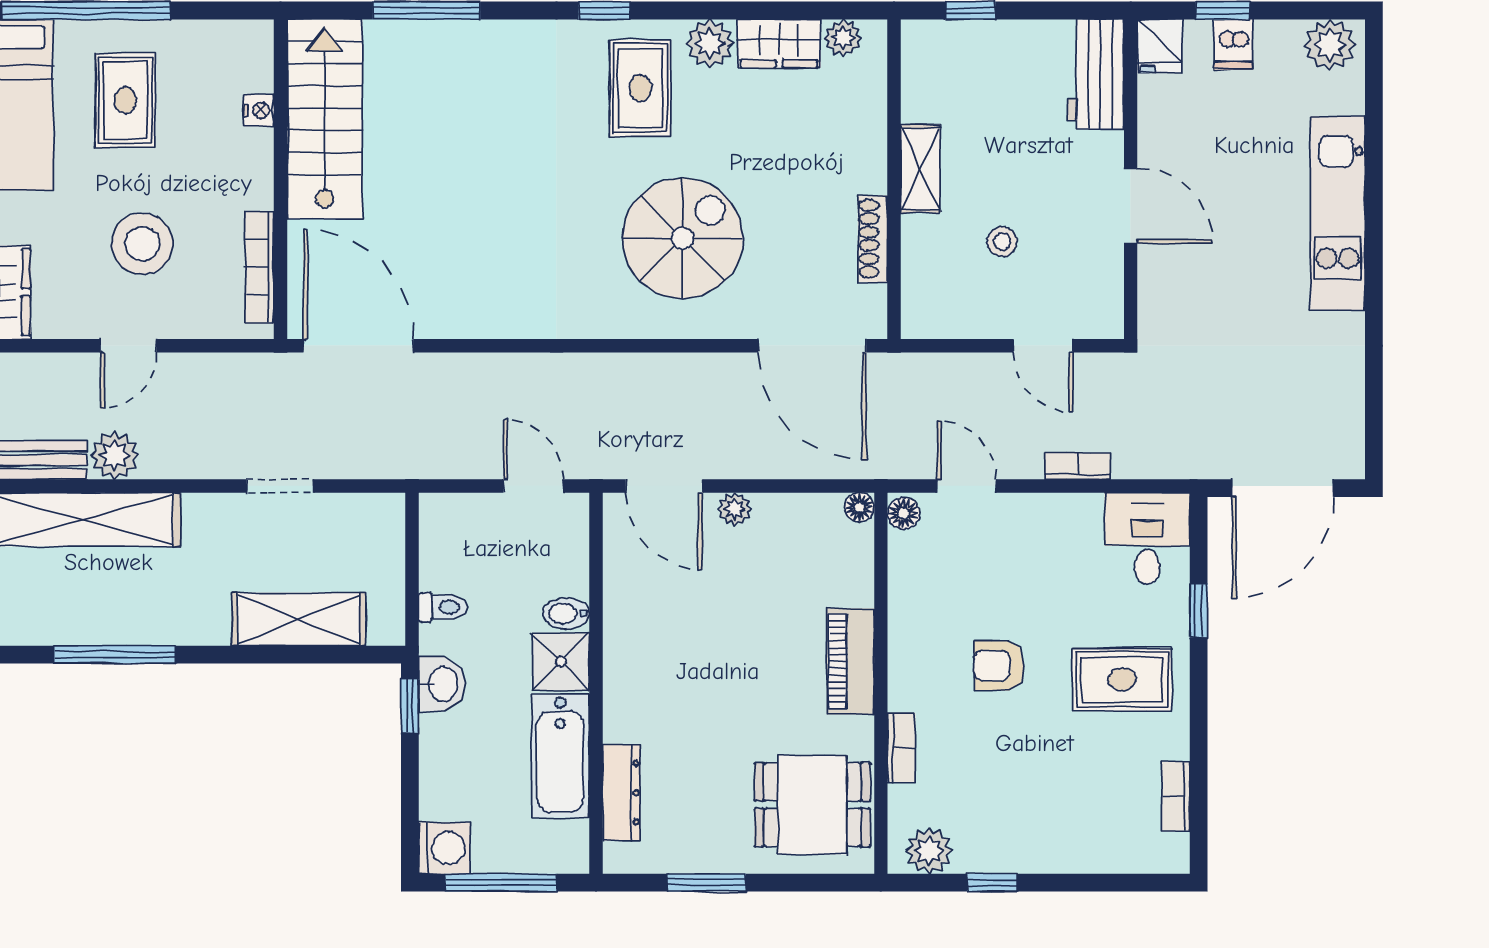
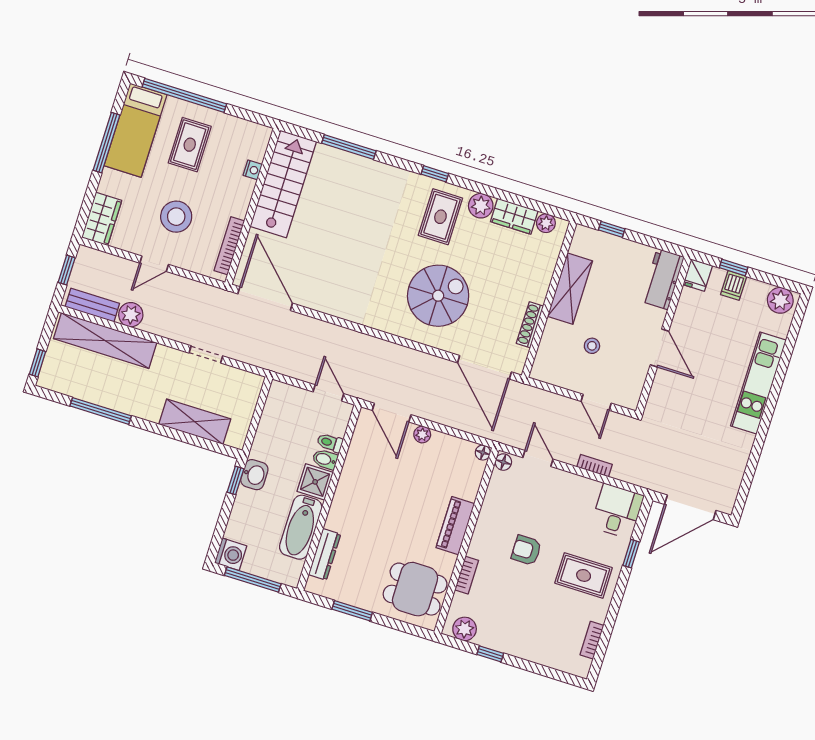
shelving: (920, 169) -> (570, 289), width x1.50, depth x1.33
toilet: (443, 607) -> (330, 443), moved, turned 180

